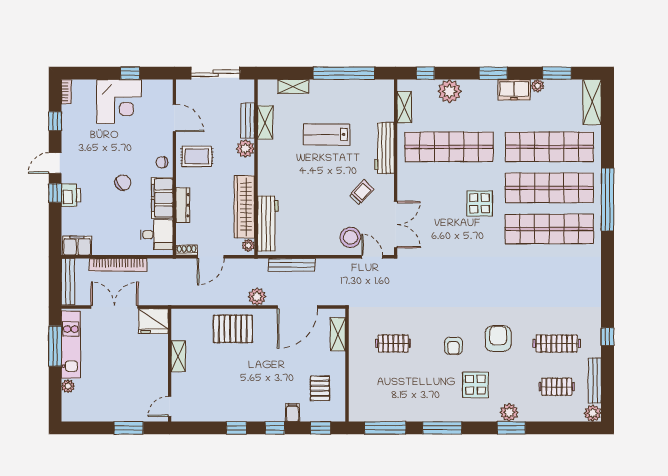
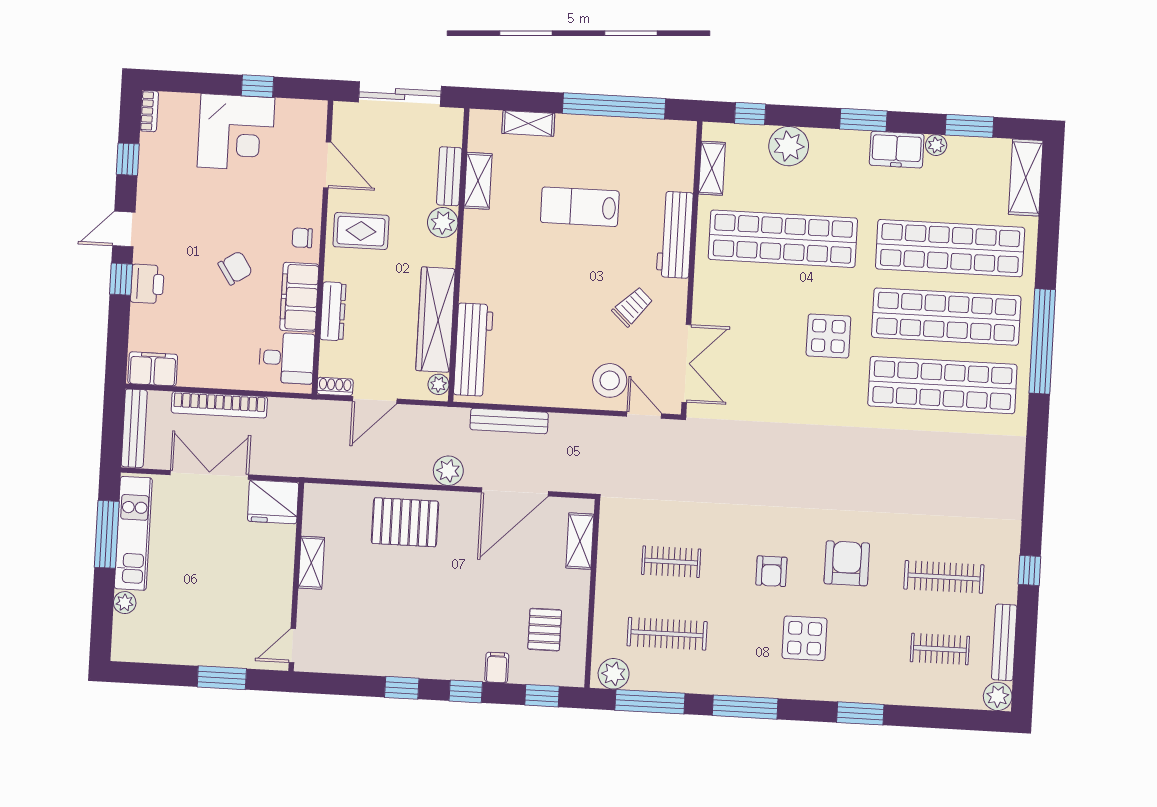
clothes rail: (393, 387) -> (667, 634), added
plant: (509, 412) -> (614, 674), moved

